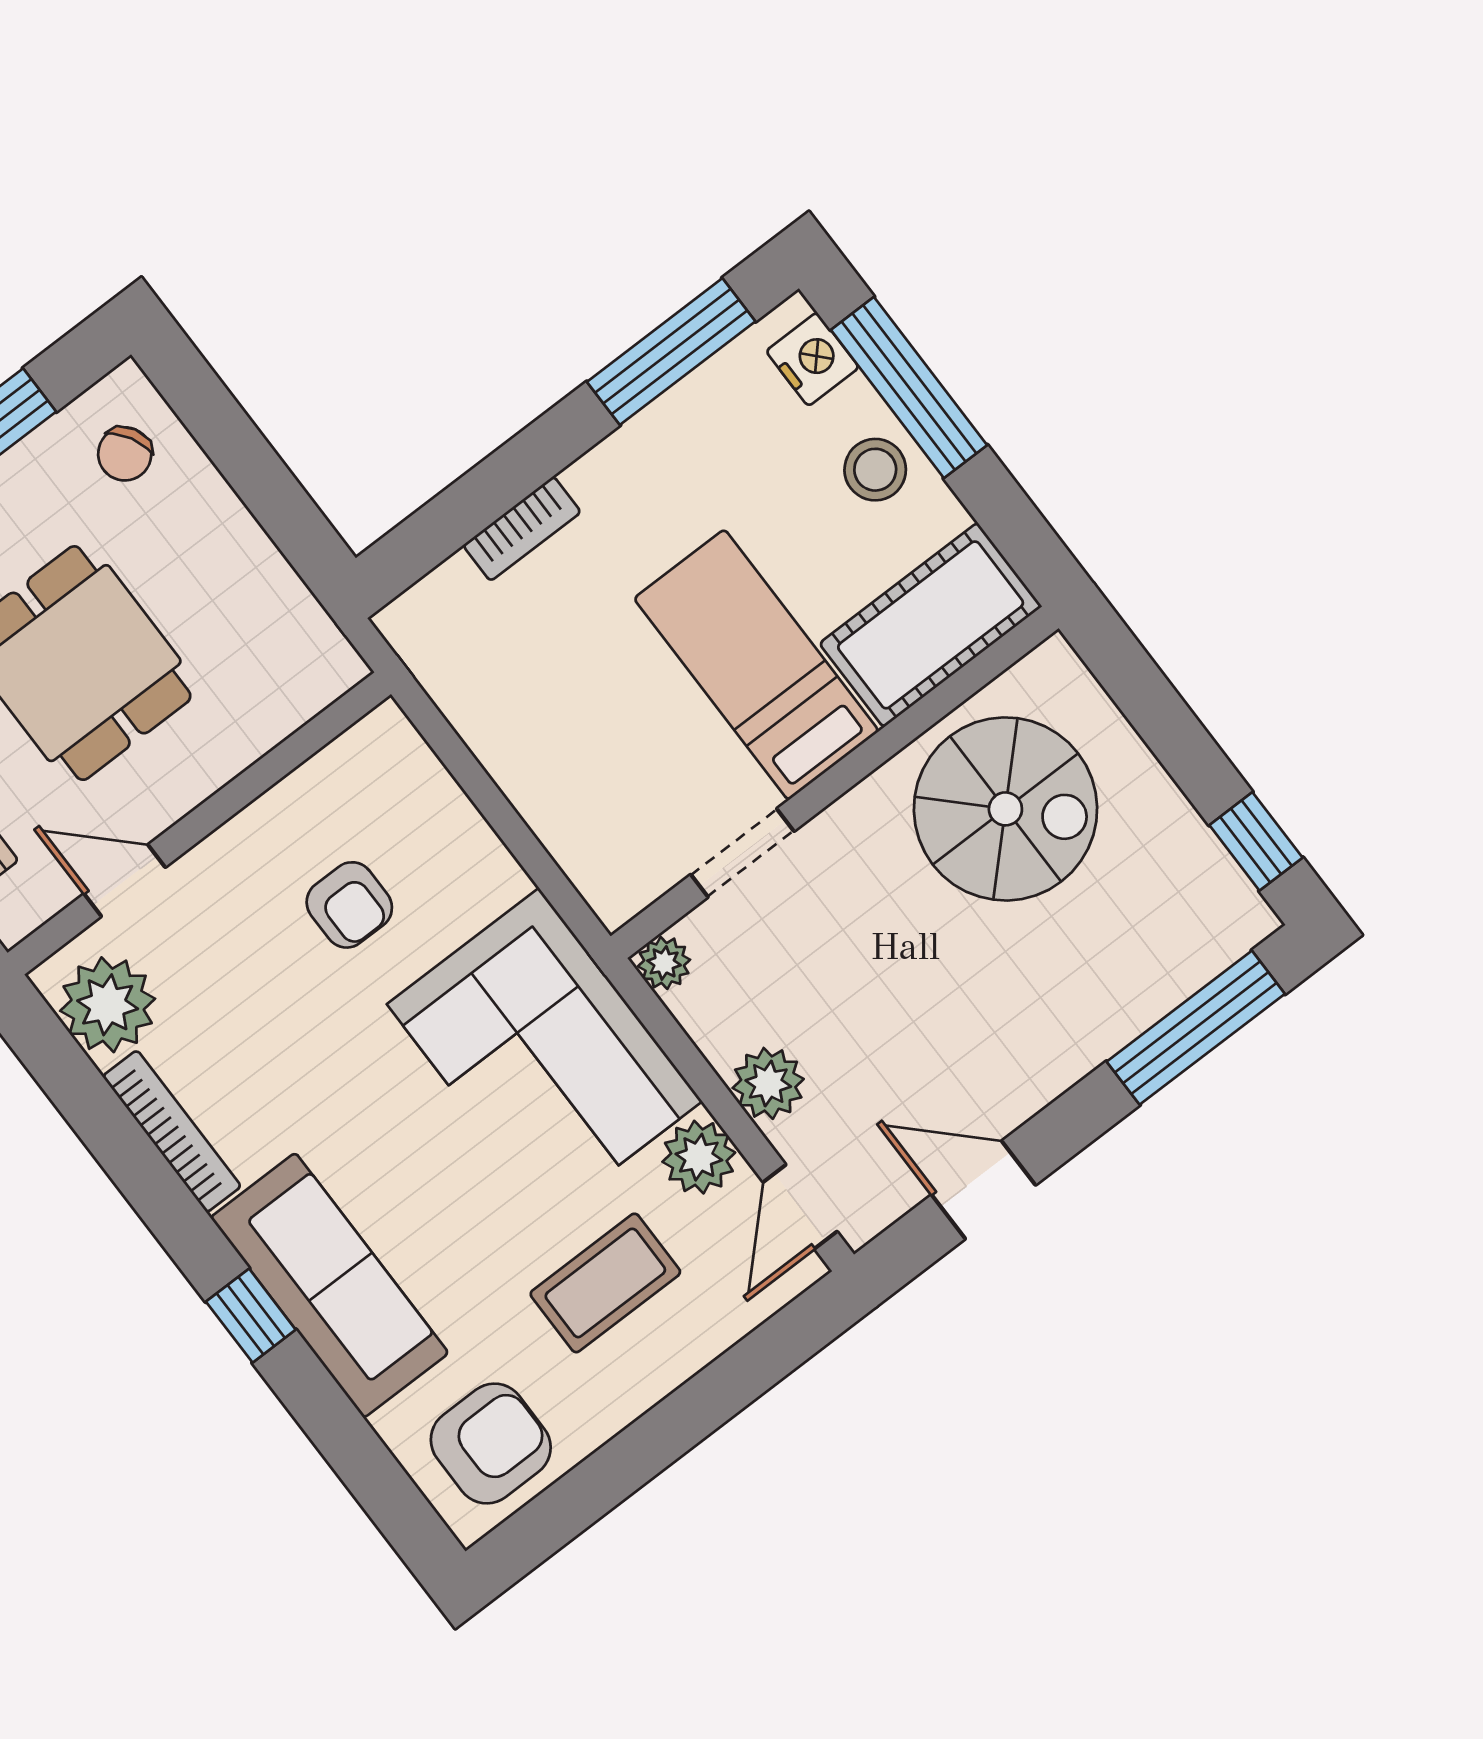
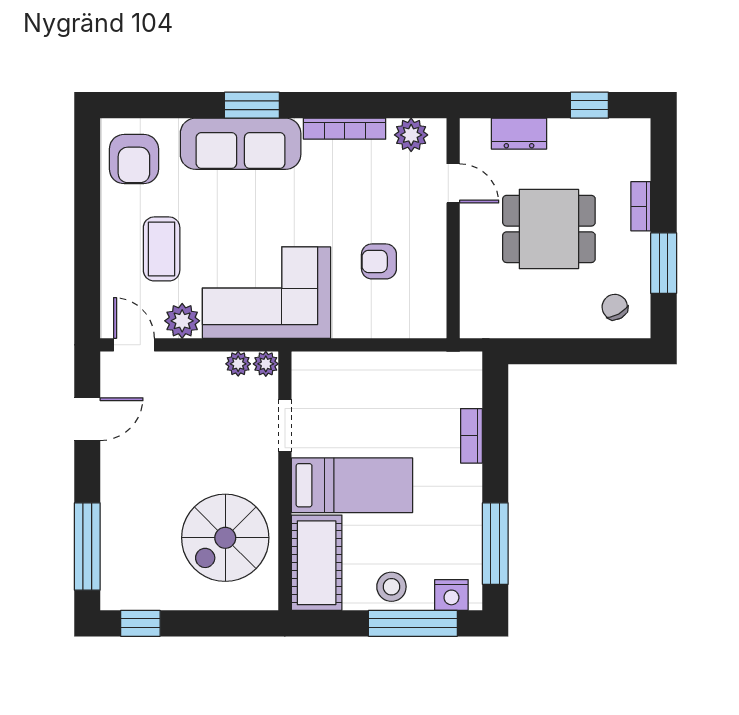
door: (125, 881) -> (453, 183), hinge flipped
plant: (108, 1005) -> (411, 135), width x0.73, depth x0.73
plant: (768, 1083) -> (238, 364), moved, width x0.73, depth x0.73
window: (251, 1316) -> (252, 105), width x1.50

